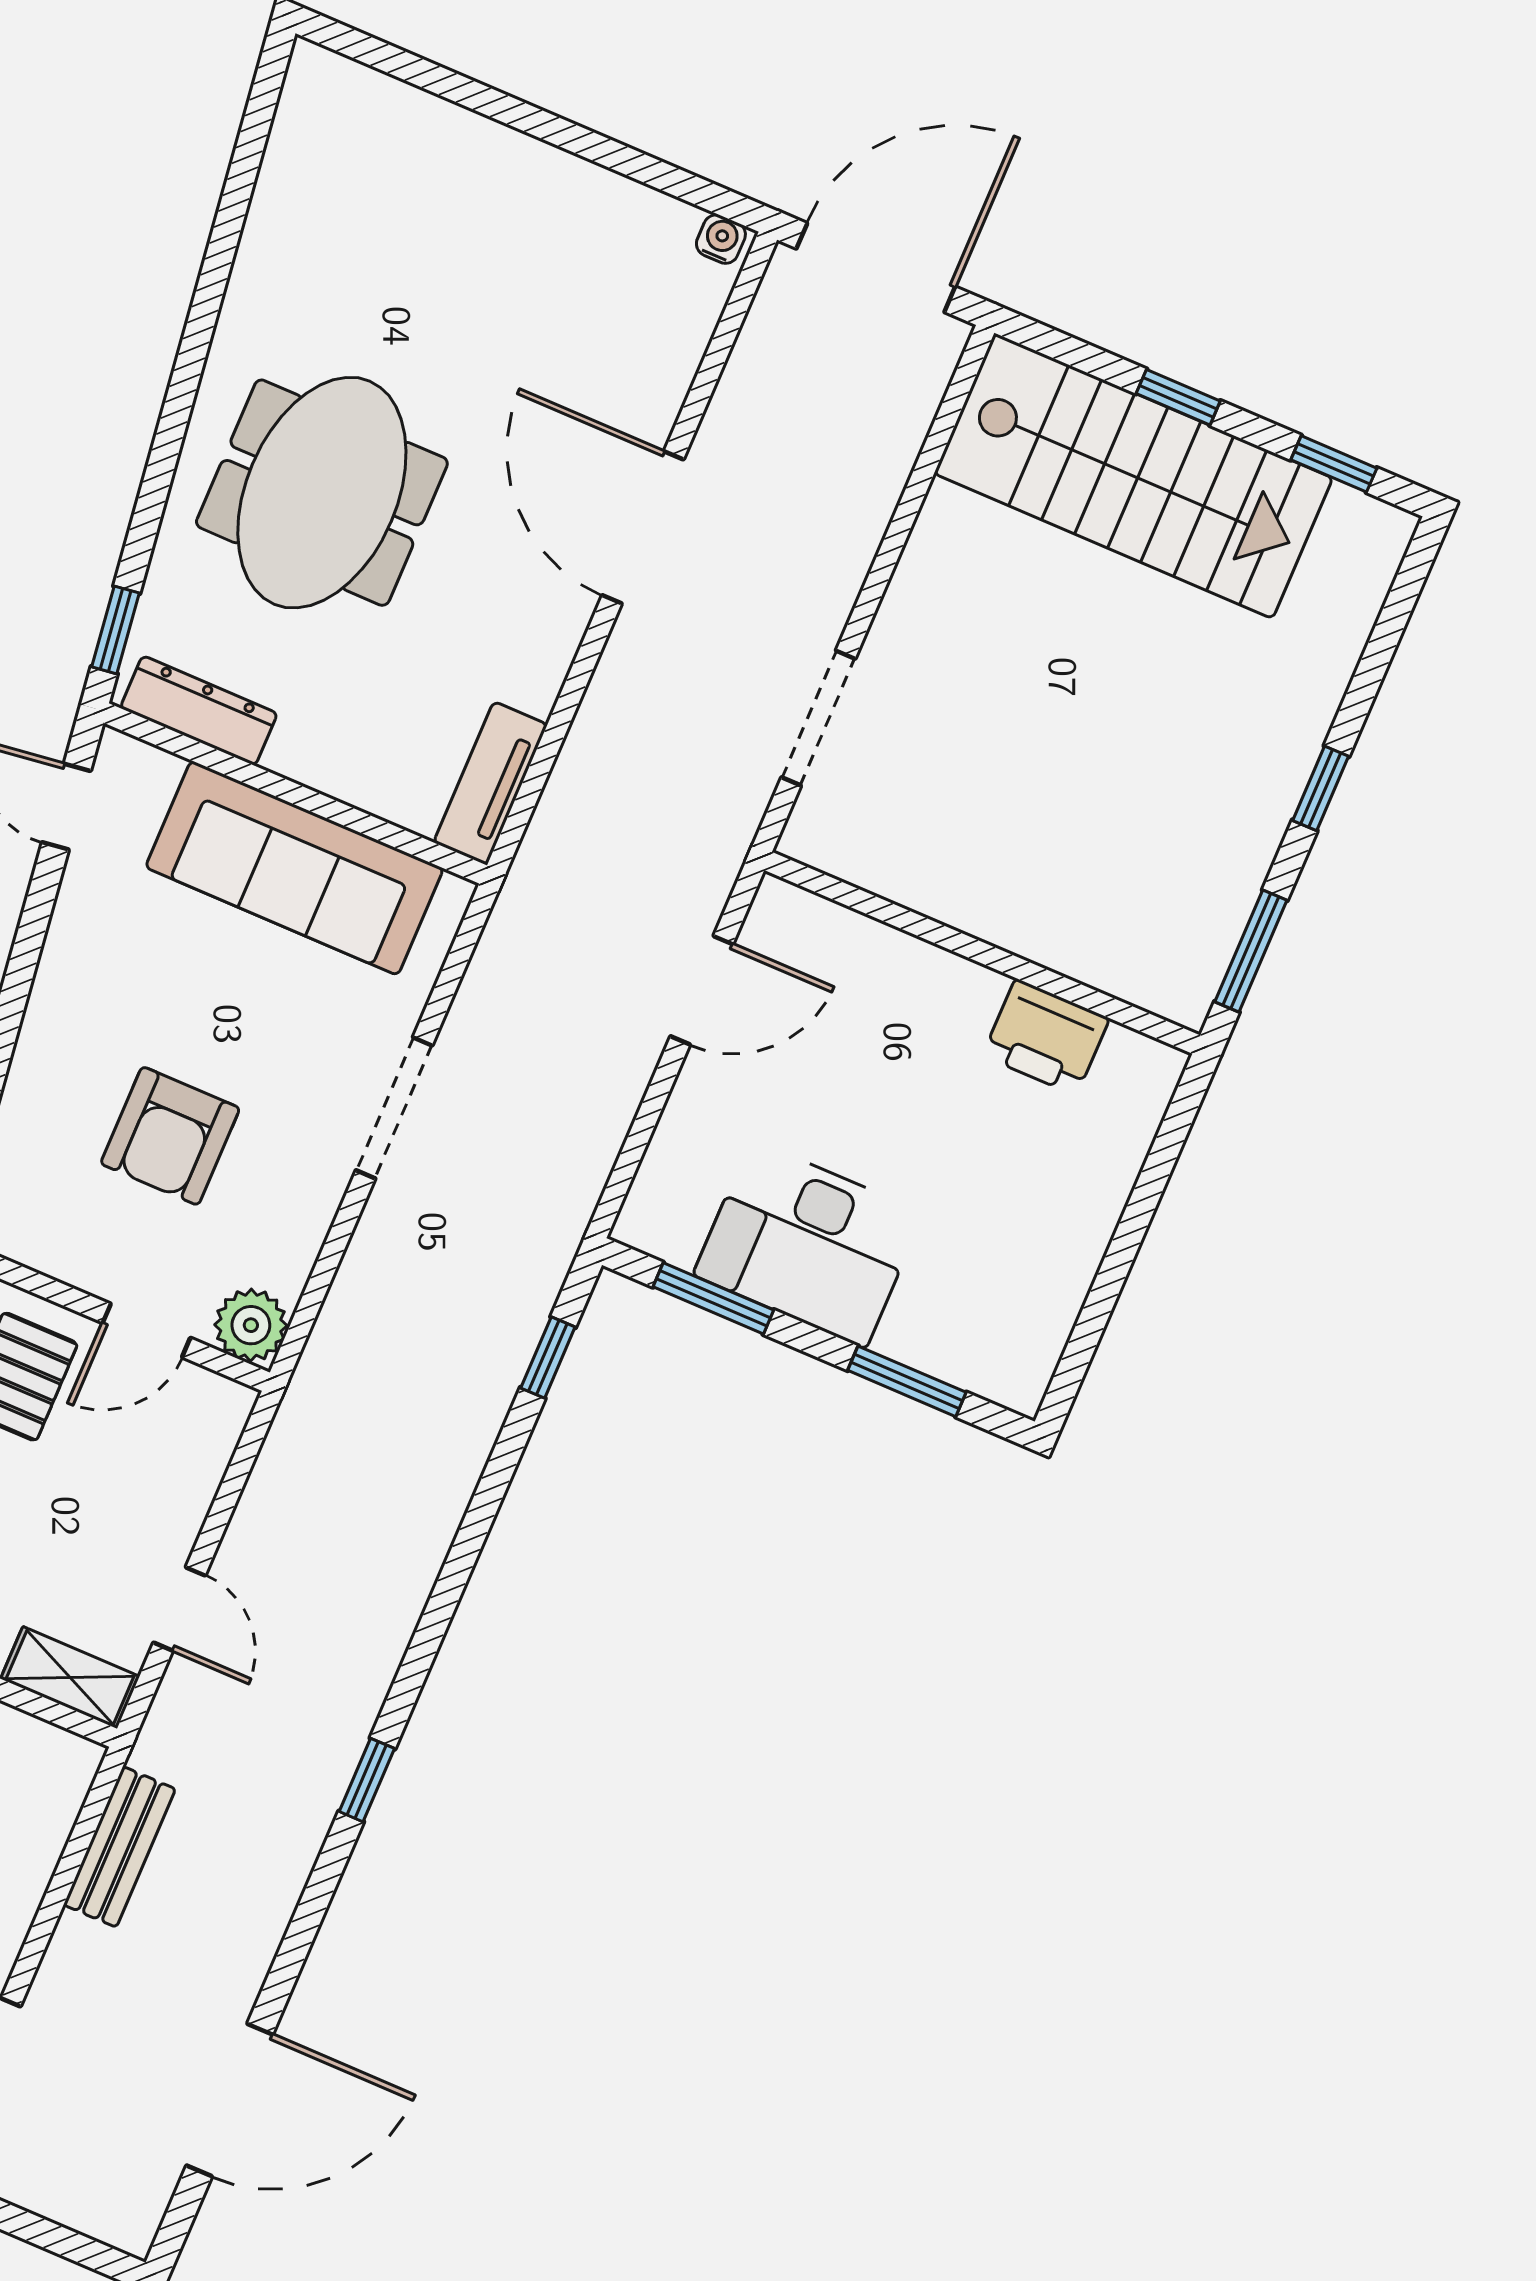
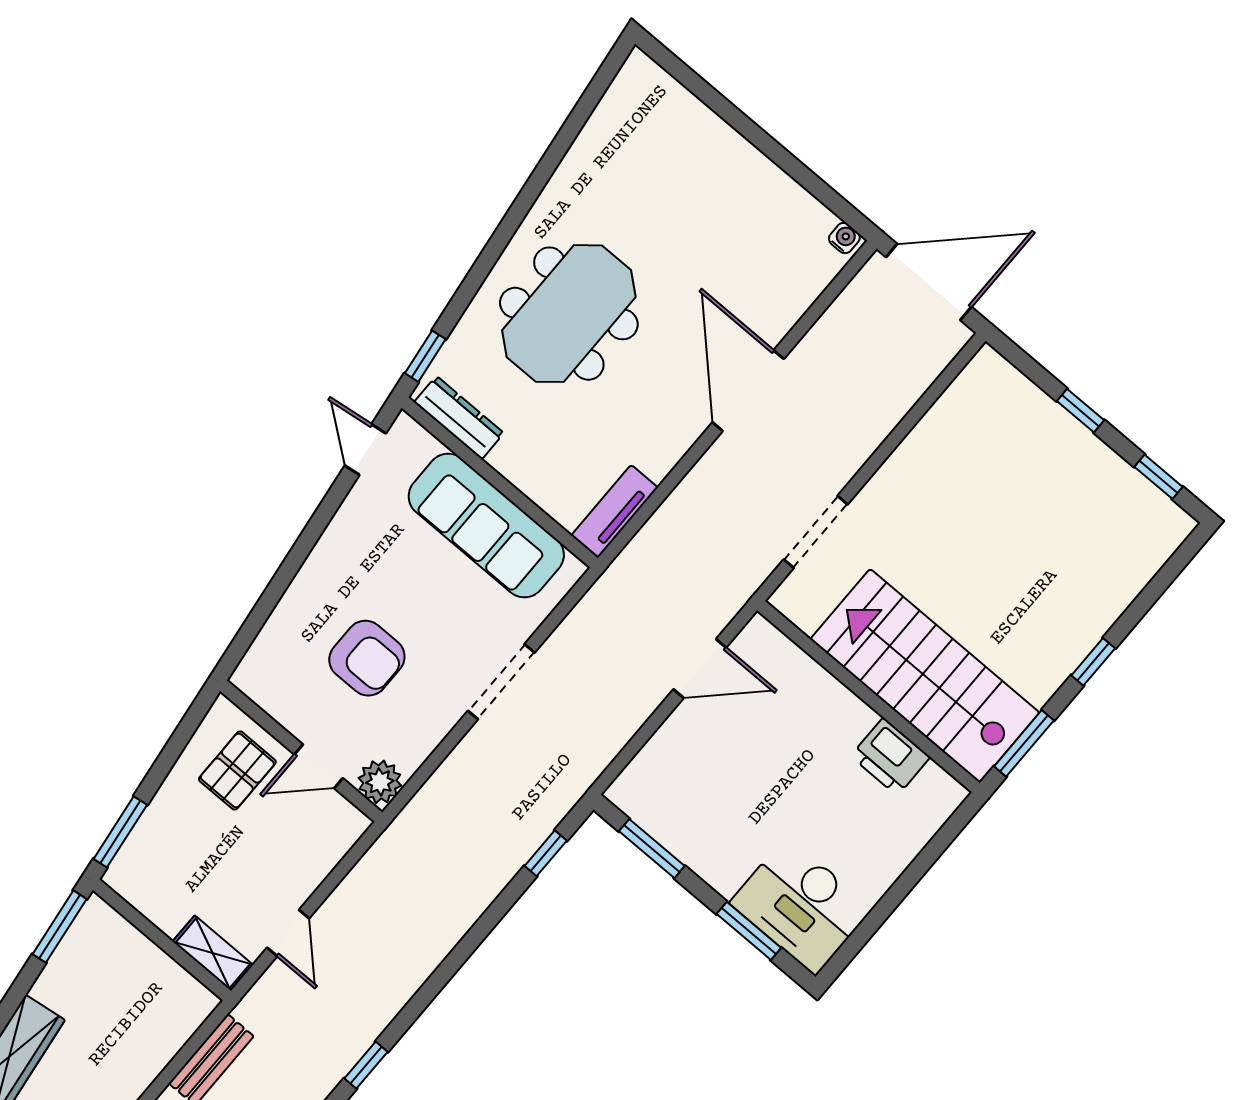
stairs: (1133, 476) -> (925, 676), moved, turned 180
armchair: (170, 1136) -> (367, 658), turned -90
desk: (808, 1244) -> (801, 906), moved

